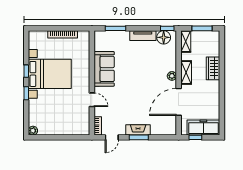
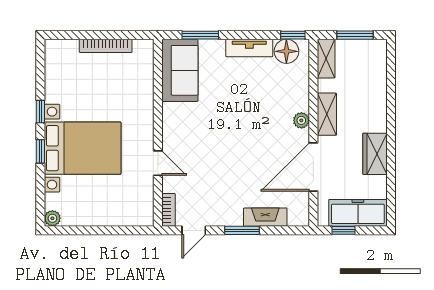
wardrobe: (213, 68) -> (375, 154), moved
sofa: (104, 69) -> (180, 70), moved
bed with nightstands: (50, 74) -> (83, 148), moved
fireplace: (138, 130) -> (265, 217), moved

